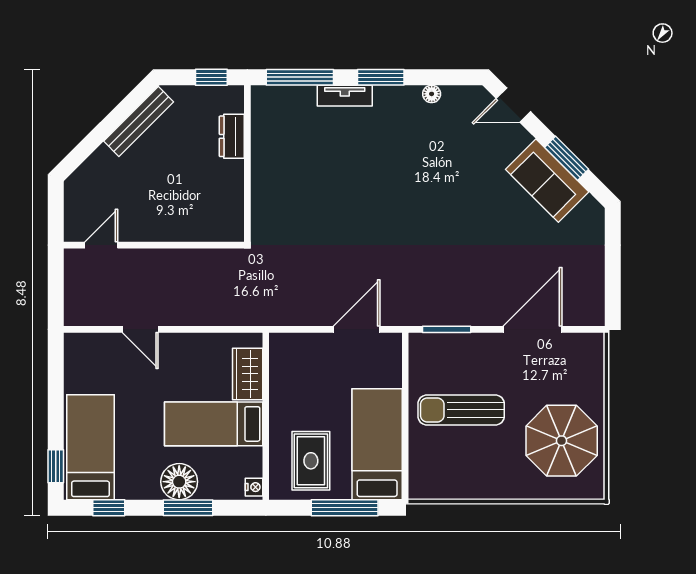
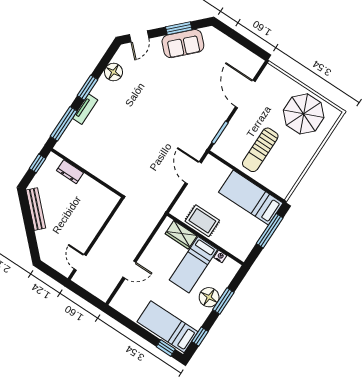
floor lamp: (432, 94) -> (113, 72), width x1.89, depth x1.89
rug: (311, 461) -> (202, 221), moved
nightstand: (254, 487) -> (220, 256), moved

